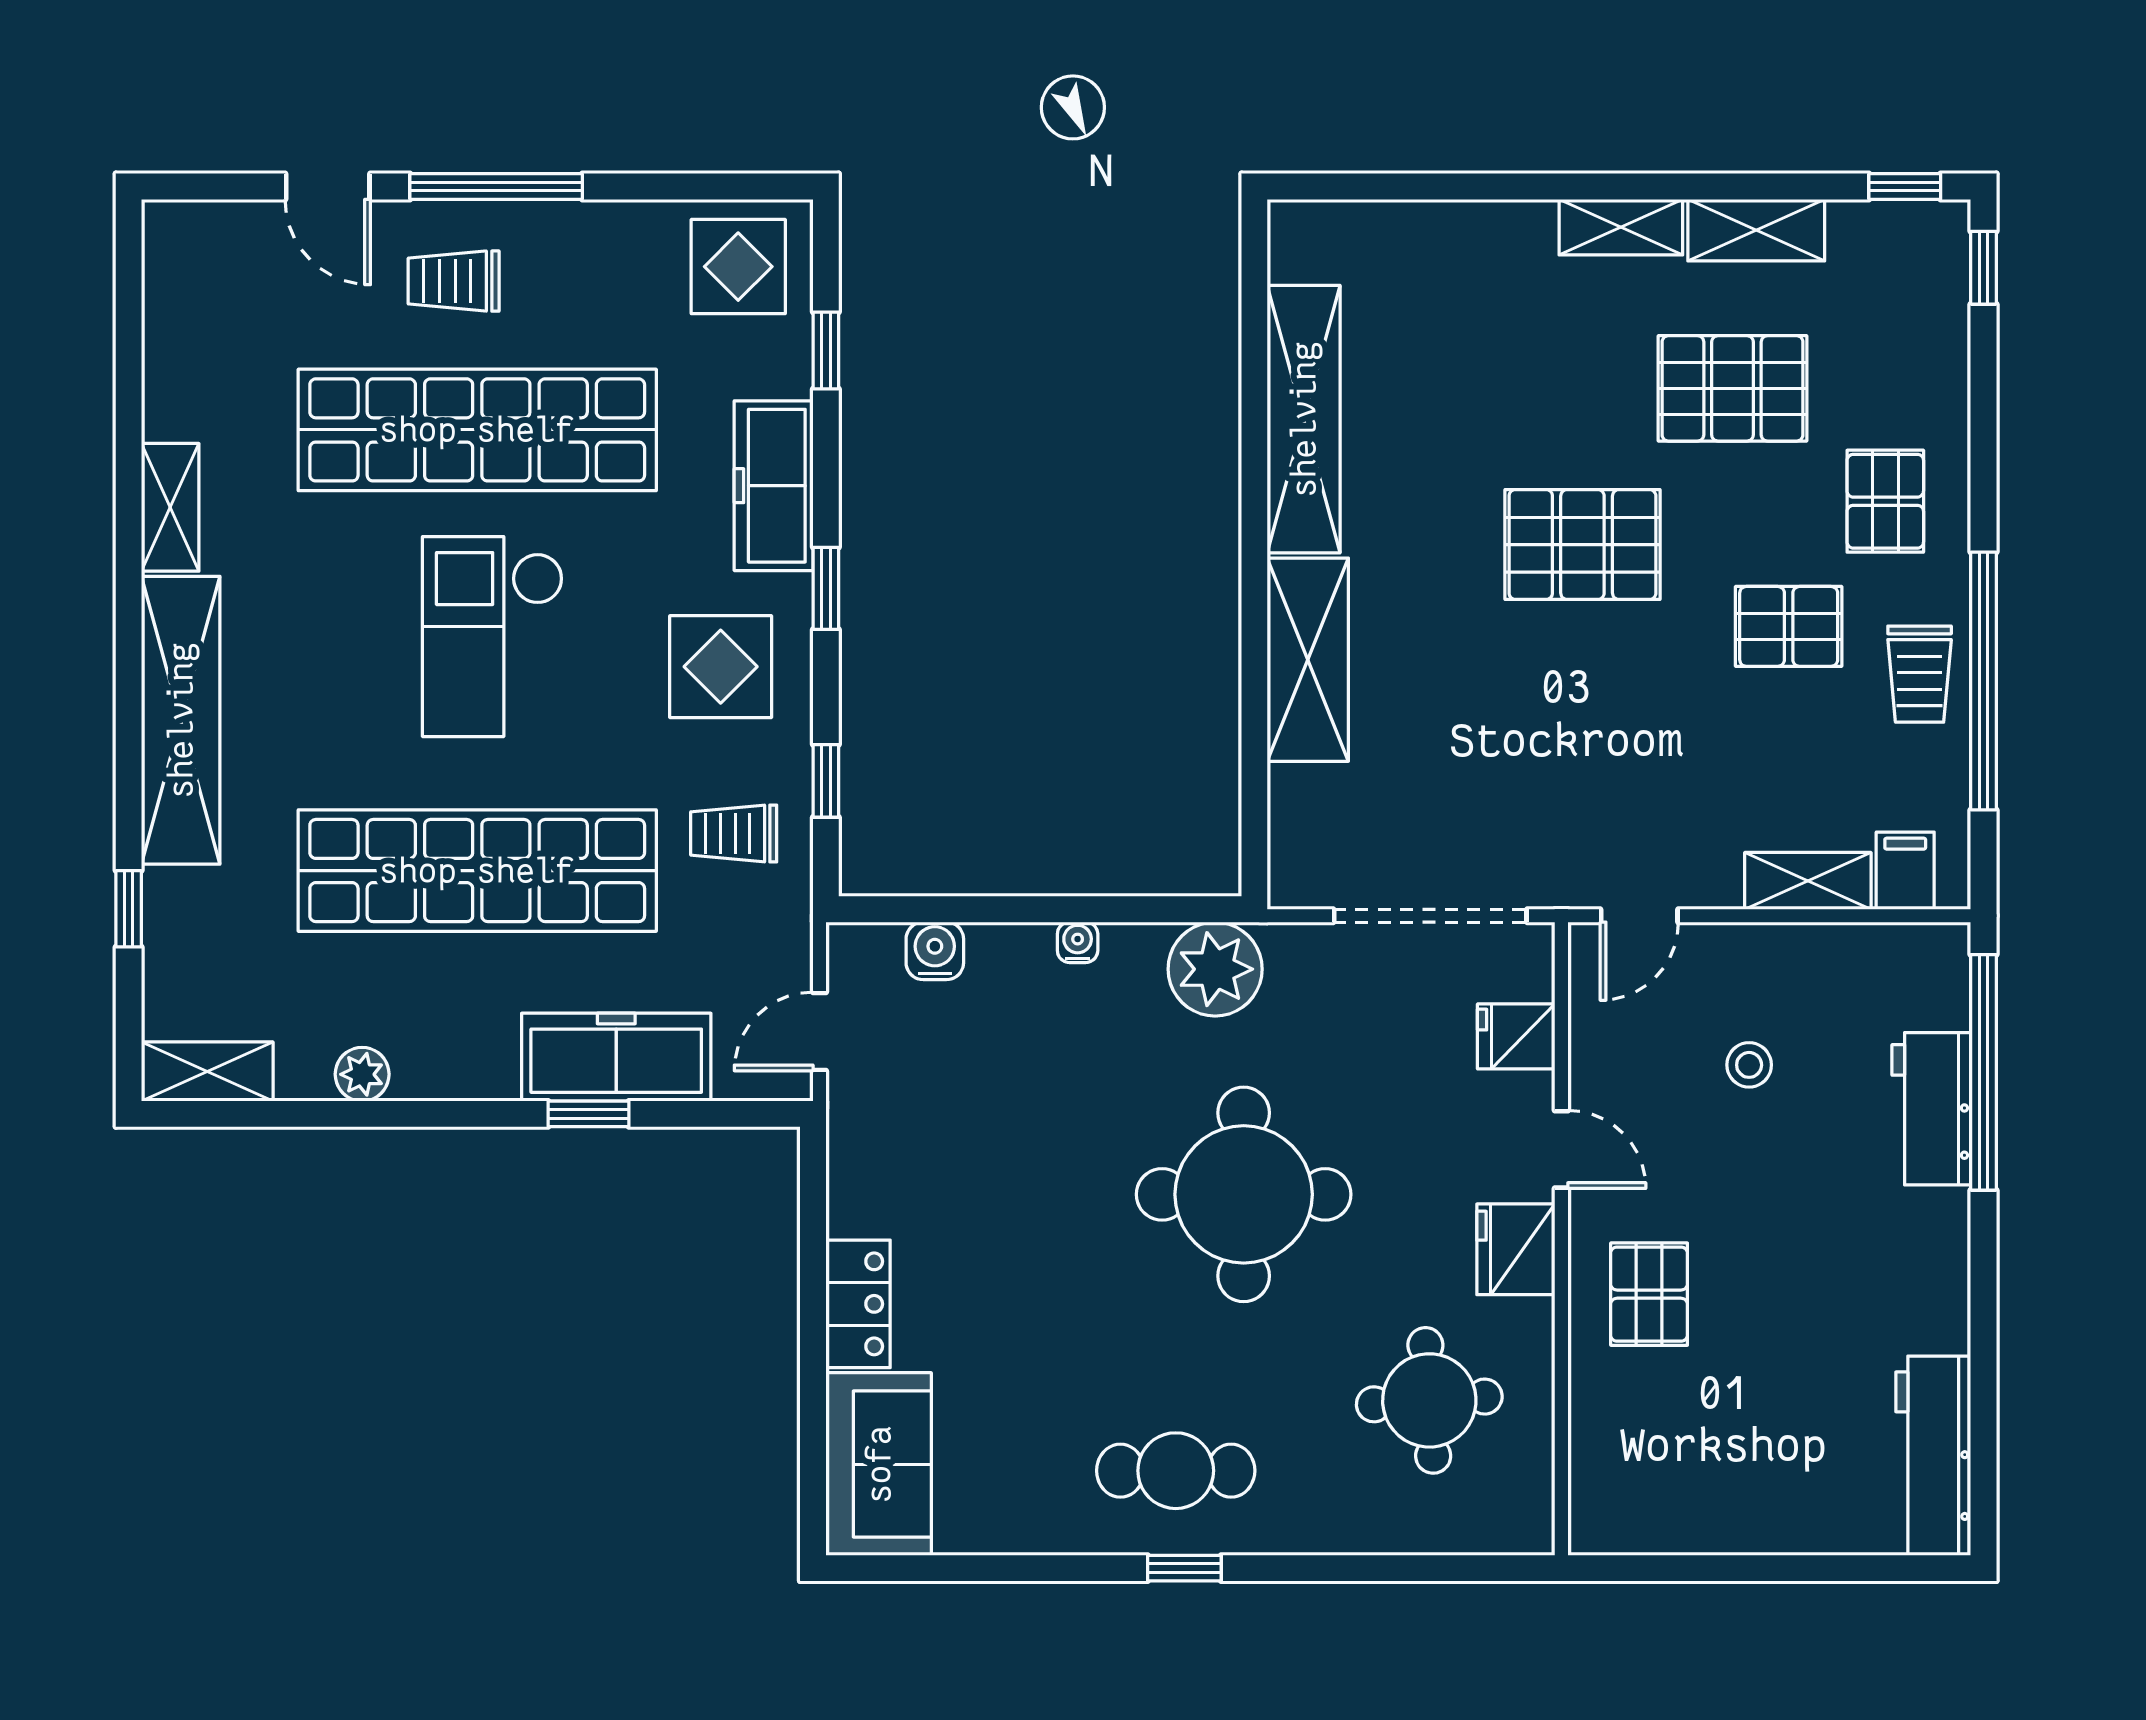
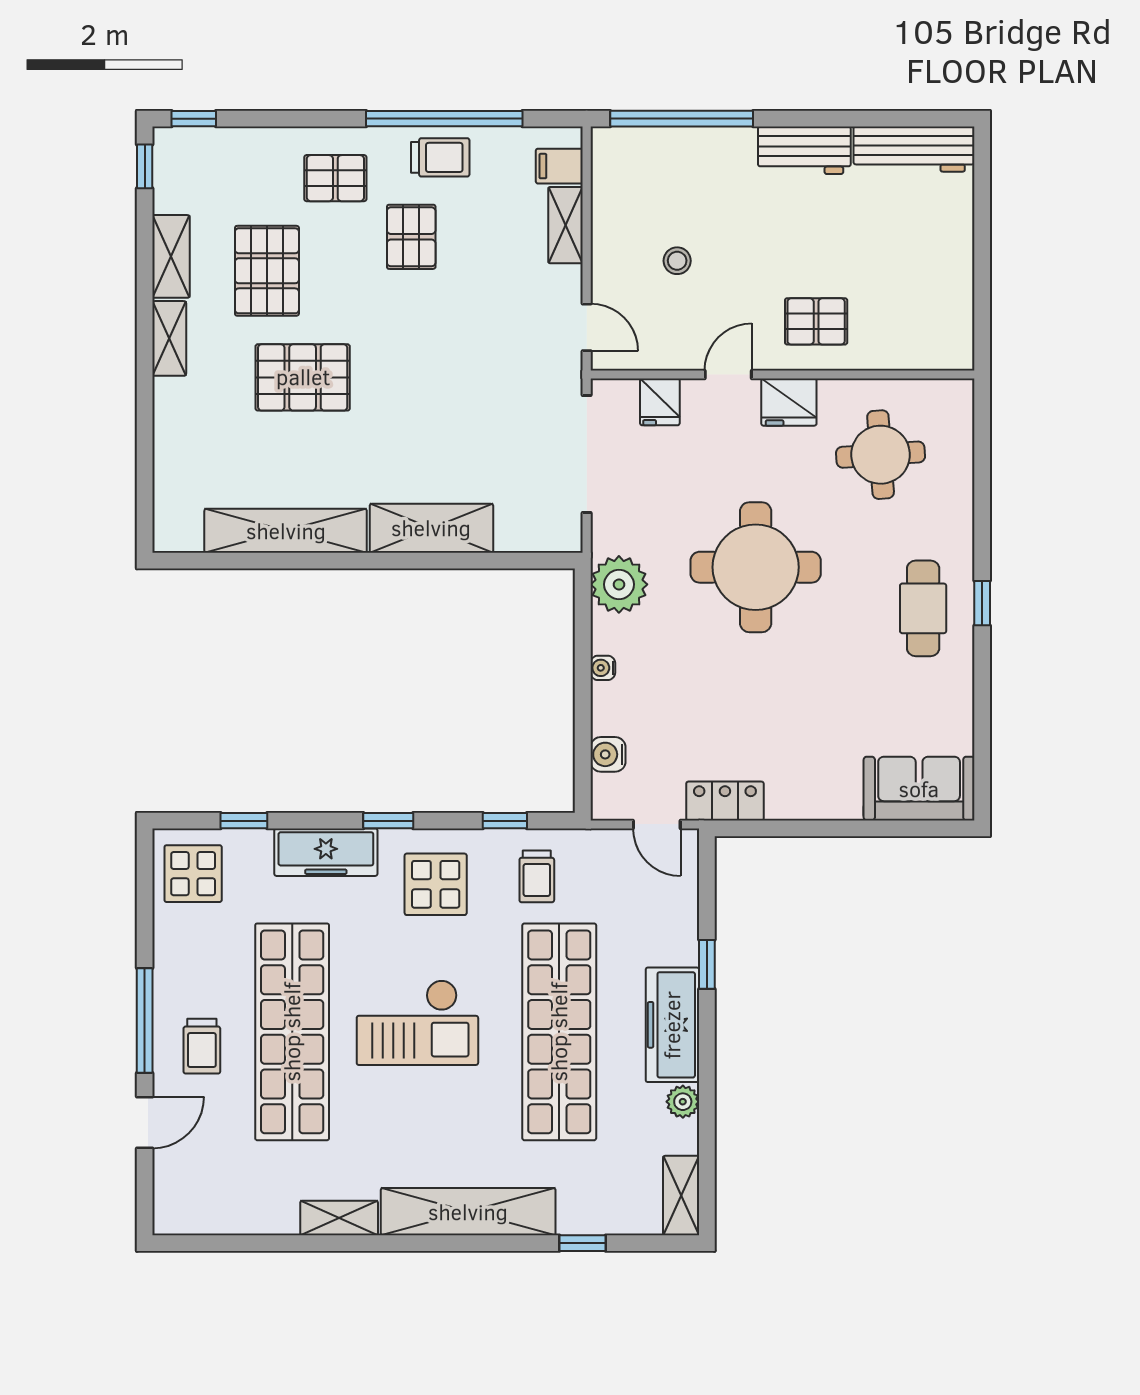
pallet: (1582, 545) -> (303, 377), moved, turned 90
freezer: (616, 1057) -> (672, 1025), moved
workbench: (1931, 1109) -> (804, 150), moved
locker: (858, 1304) -> (725, 801), moved

